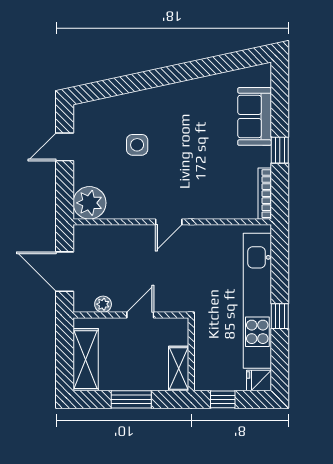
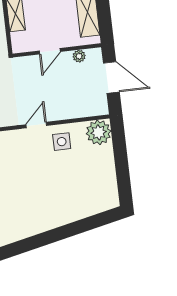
side table: (137, 145) -> (62, 142), moved
door: (65, 147) -> (123, 173), removed

